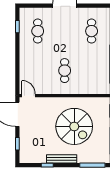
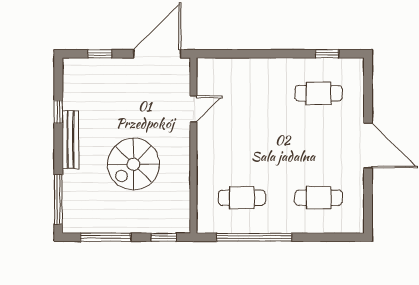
cafe table: (65, 71) -> (242, 198), moved
door: (29, 96) -> (193, 109), moved
spiral stairs: (74, 126) -> (133, 164), width x0.73, depth x0.73

